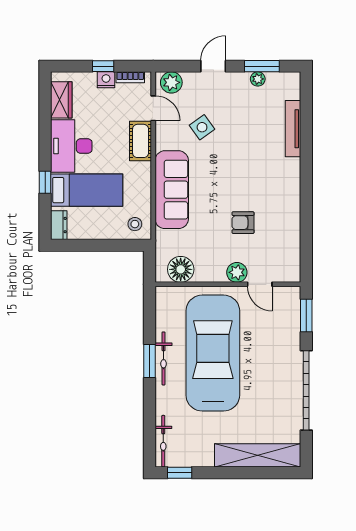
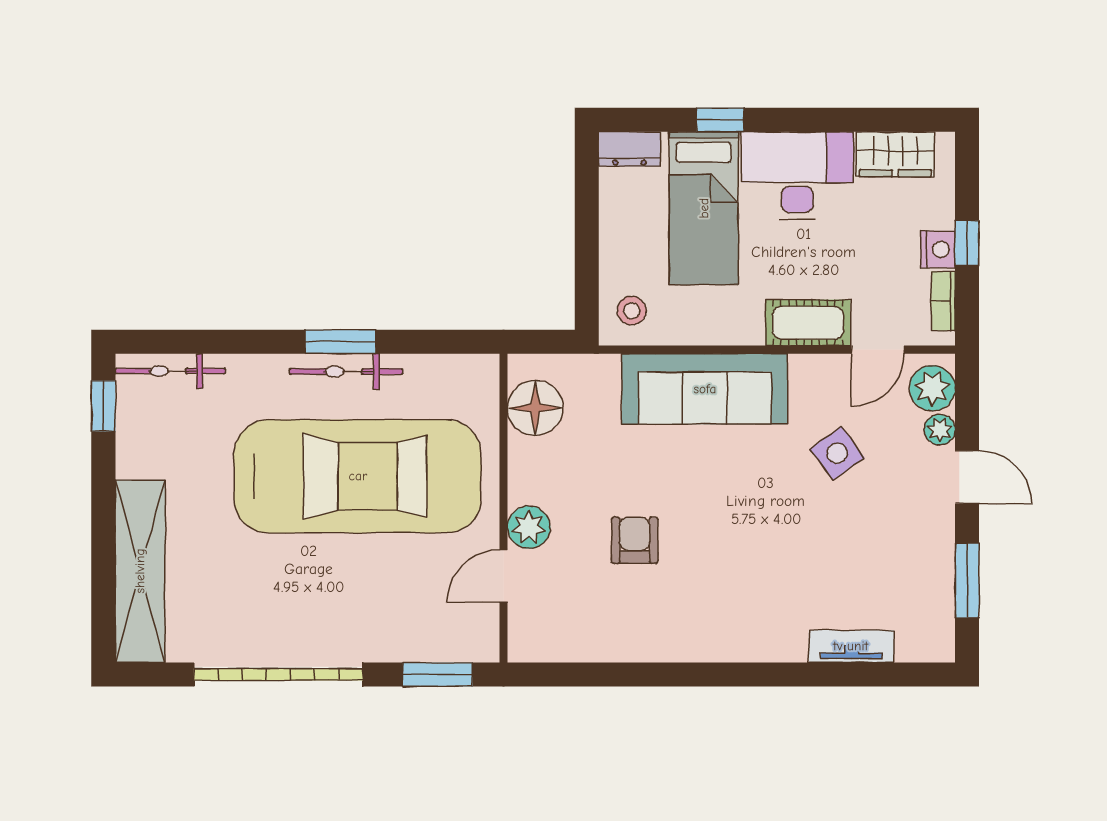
plant: (258, 79) -> (940, 430), moved
tv unit: (293, 129) -> (851, 646), width x0.71

